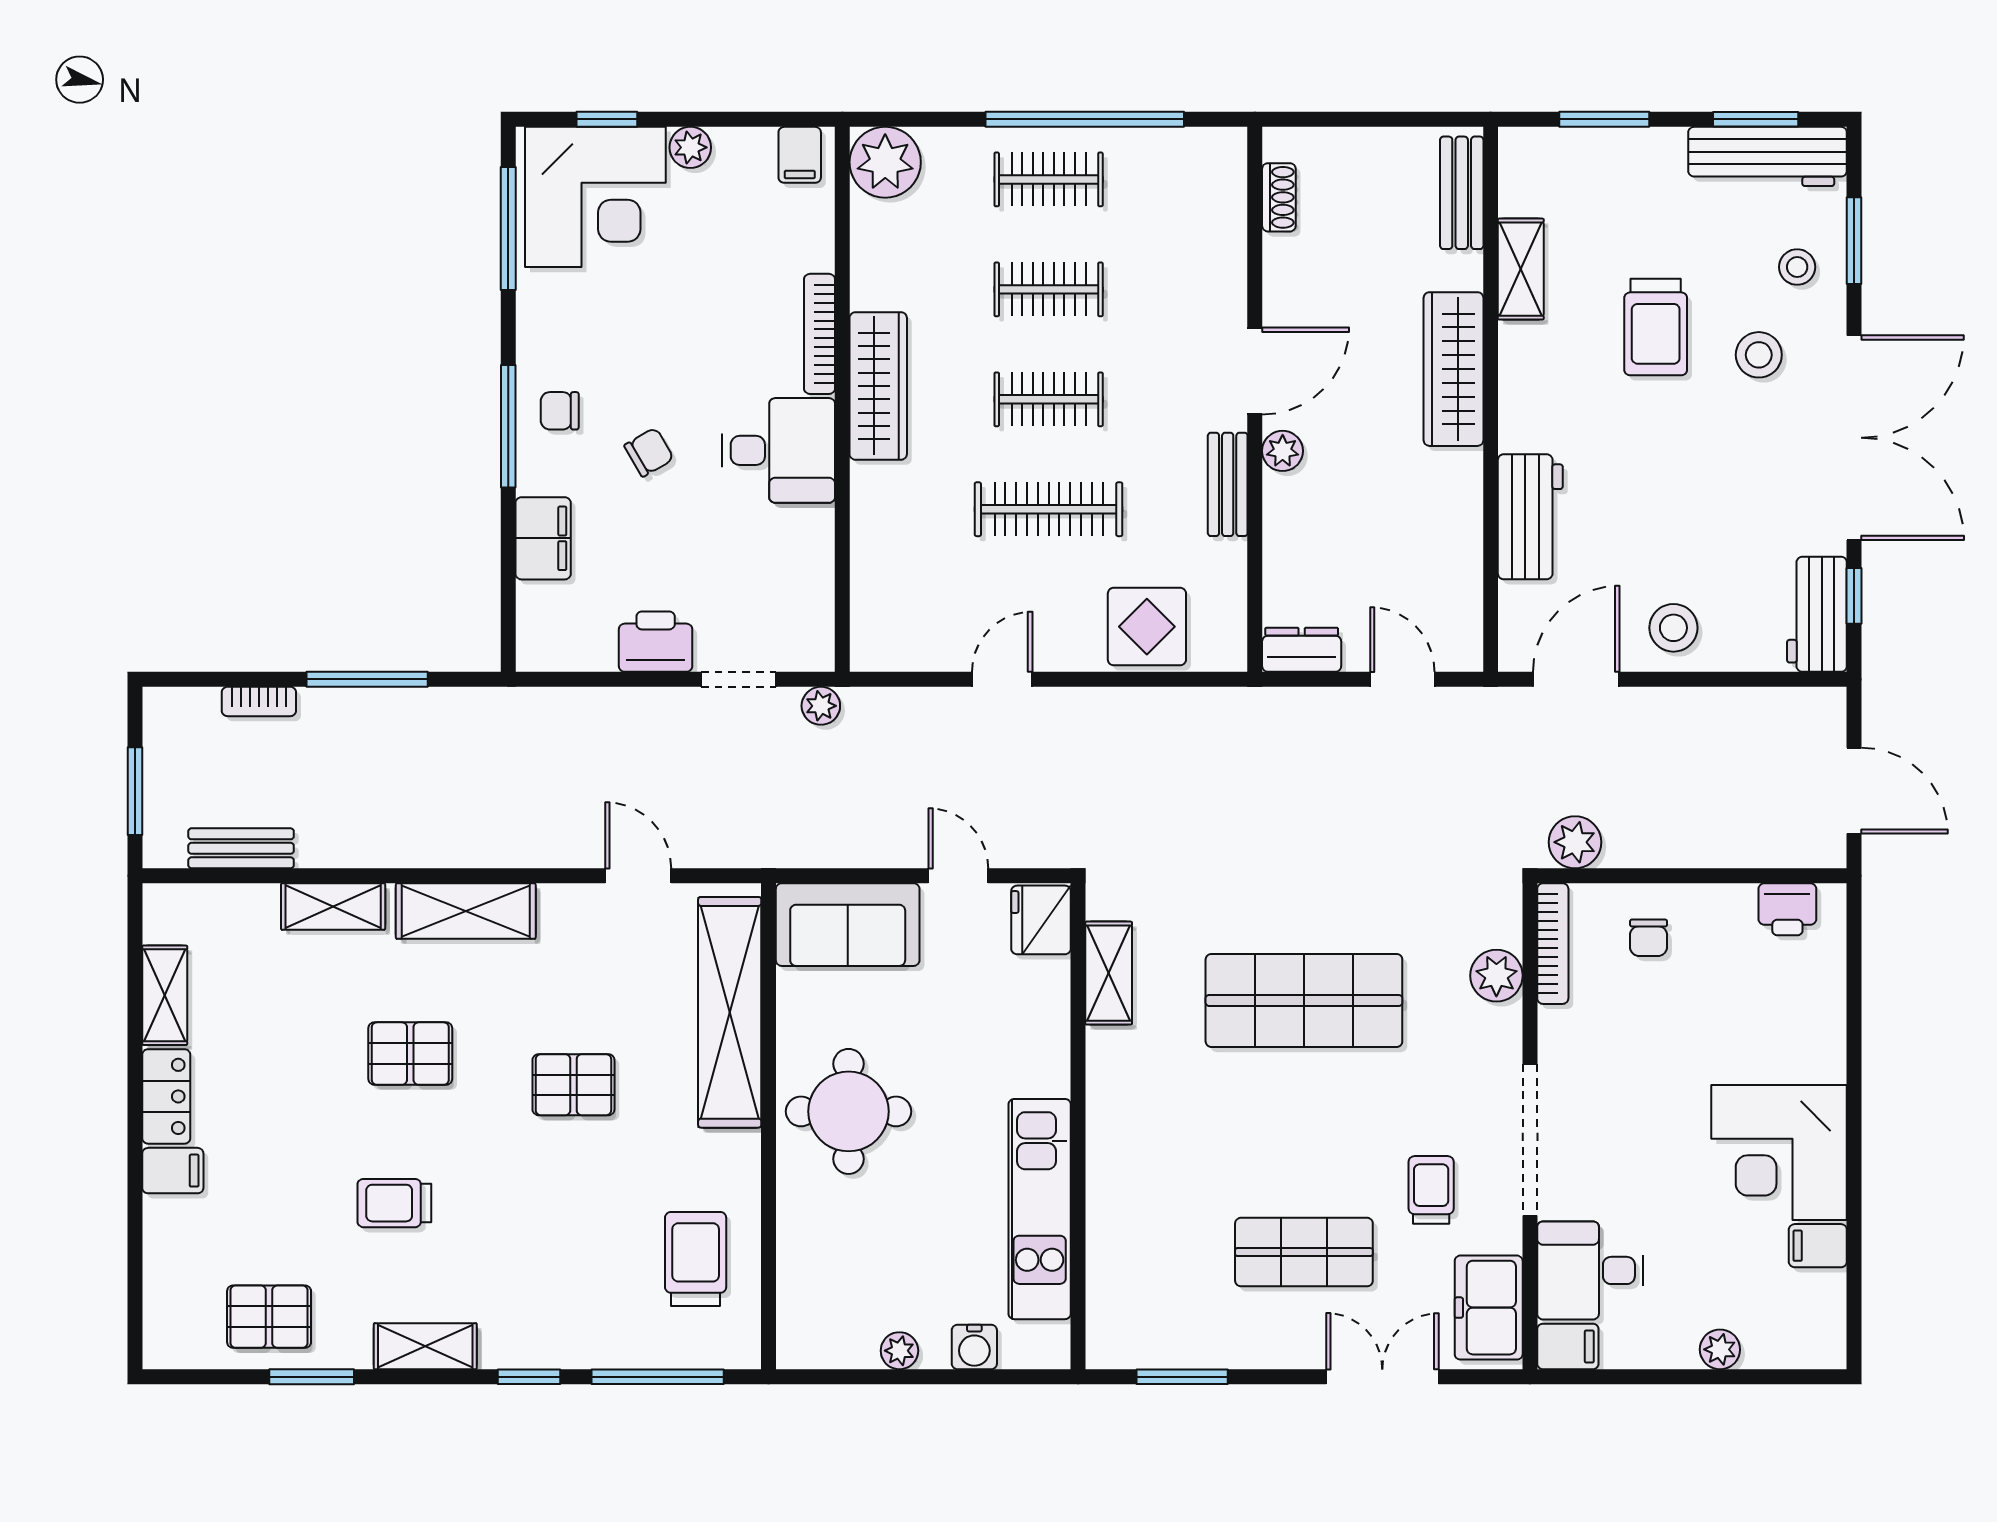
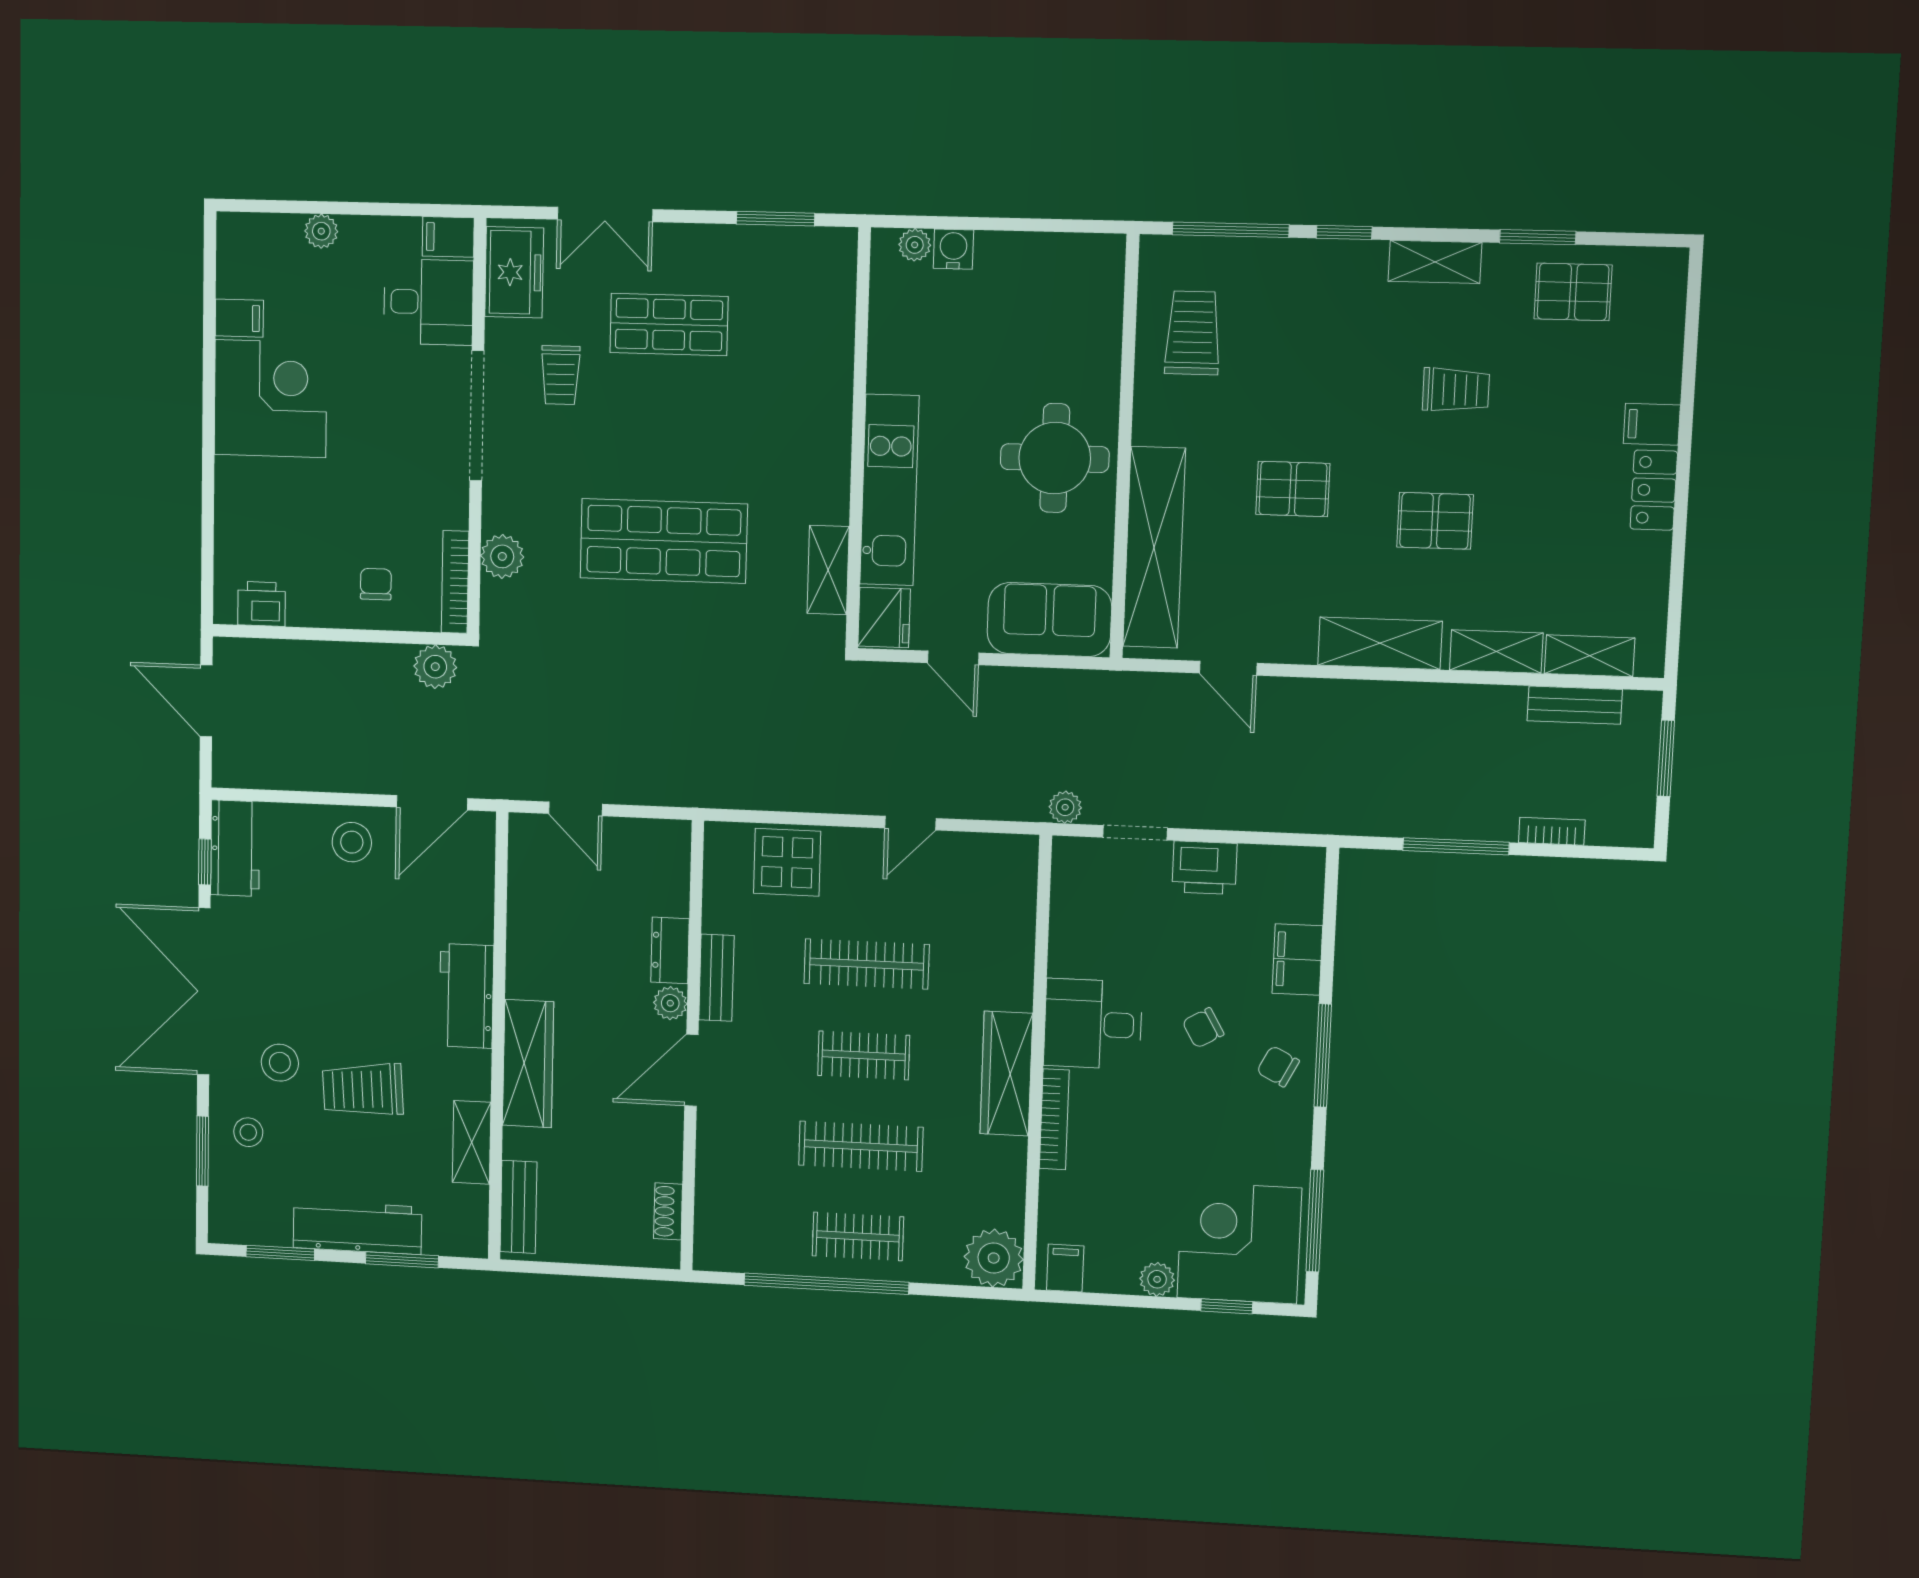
workbench: (1768, 156) -> (357, 1227), moved
clothes rail: (1049, 289) -> (861, 1146), width x1.36
trolley: (1656, 327) -> (363, 1090), turned -94
chair: (560, 411) -> (1278, 1066), turned -153
workbench: (1530, 517) -> (466, 996), moved
dresser: (1302, 650) -> (670, 950), moved, turned 90
shelving: (165, 995) -> (1590, 656), moved, turned 90
kitchen unit: (1040, 1209) -> (889, 490), moved
trolley: (696, 1259) -> (1193, 333), turned 180
plant: (899, 1351) -> (915, 245), moved

